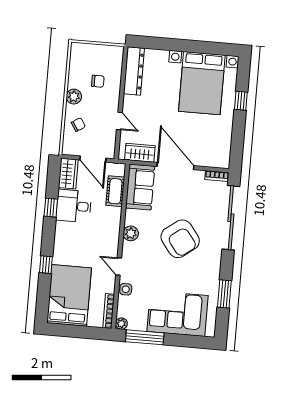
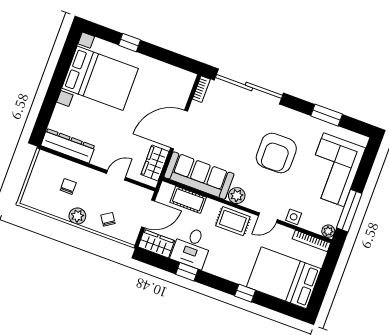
sofa: (140, 187) -> (199, 176), width x1.36
rug: (107, 236) -> (233, 221), added
armchair: (180, 239) -> (276, 153), moved, turned 127

